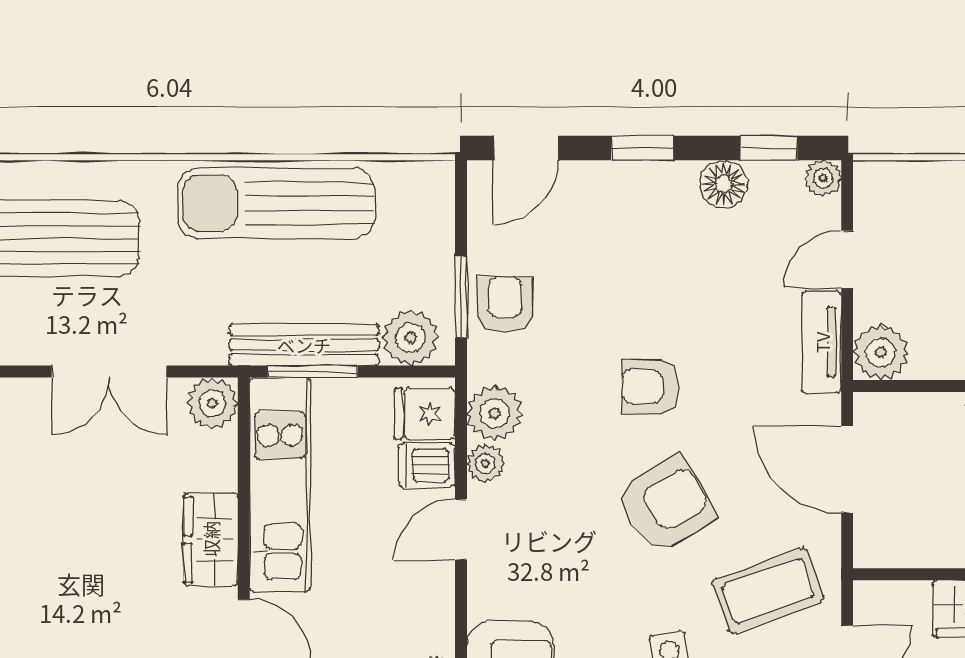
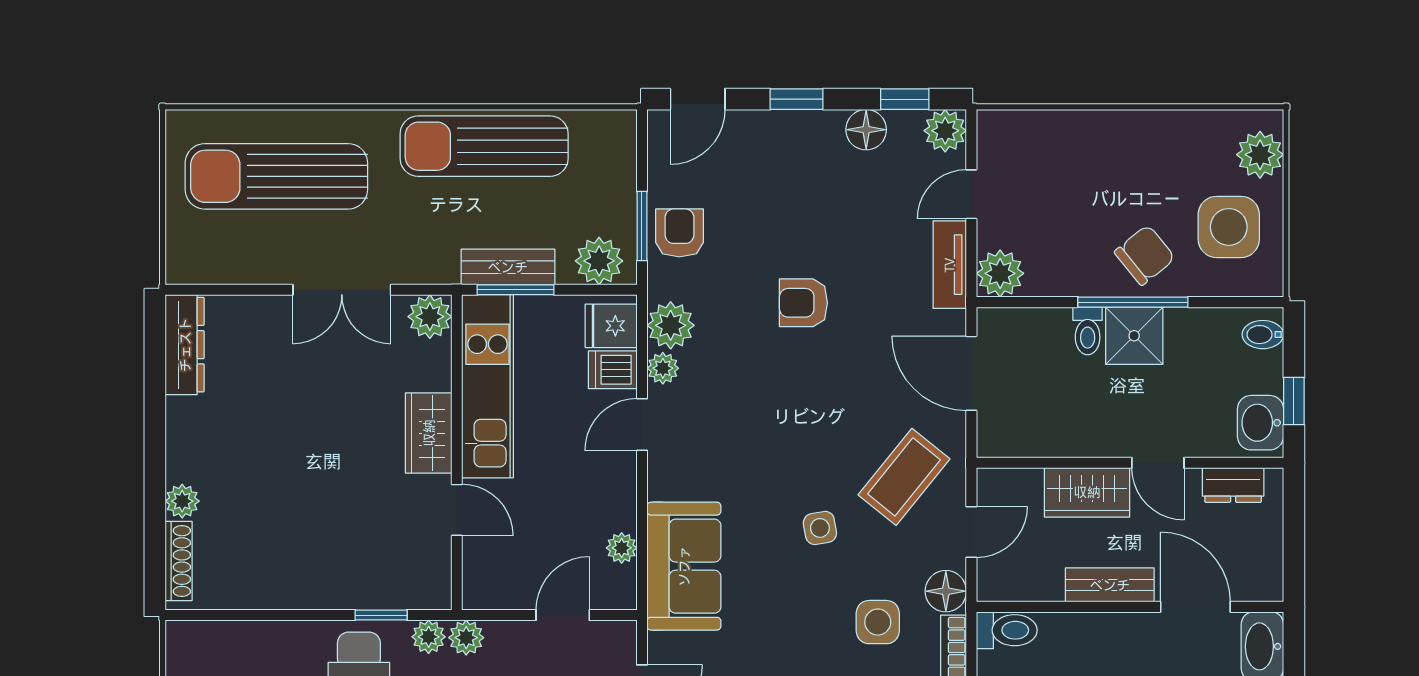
plant: (823, 178) -> (945, 131), width x1.38, depth x1.38
bench: (304, 345) -> (508, 267), width x0.73
armchair: (666, 504) -> (817, 403), removed
coffee table: (768, 591) -> (904, 477), turned -31

